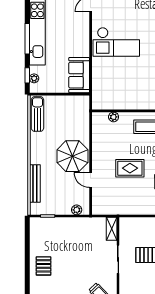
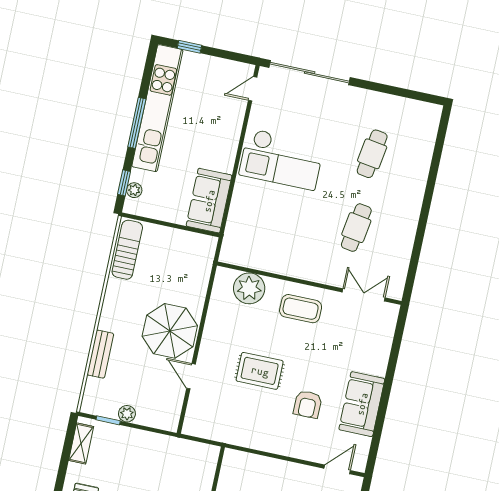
plant: (114, 117) -> (249, 288), width x1.88, depth x1.88
bench: (35, 183) -> (100, 354), width x0.73
plant: (77, 210) -> (127, 414), moved
shelving: (112, 229) -> (81, 443), moved

